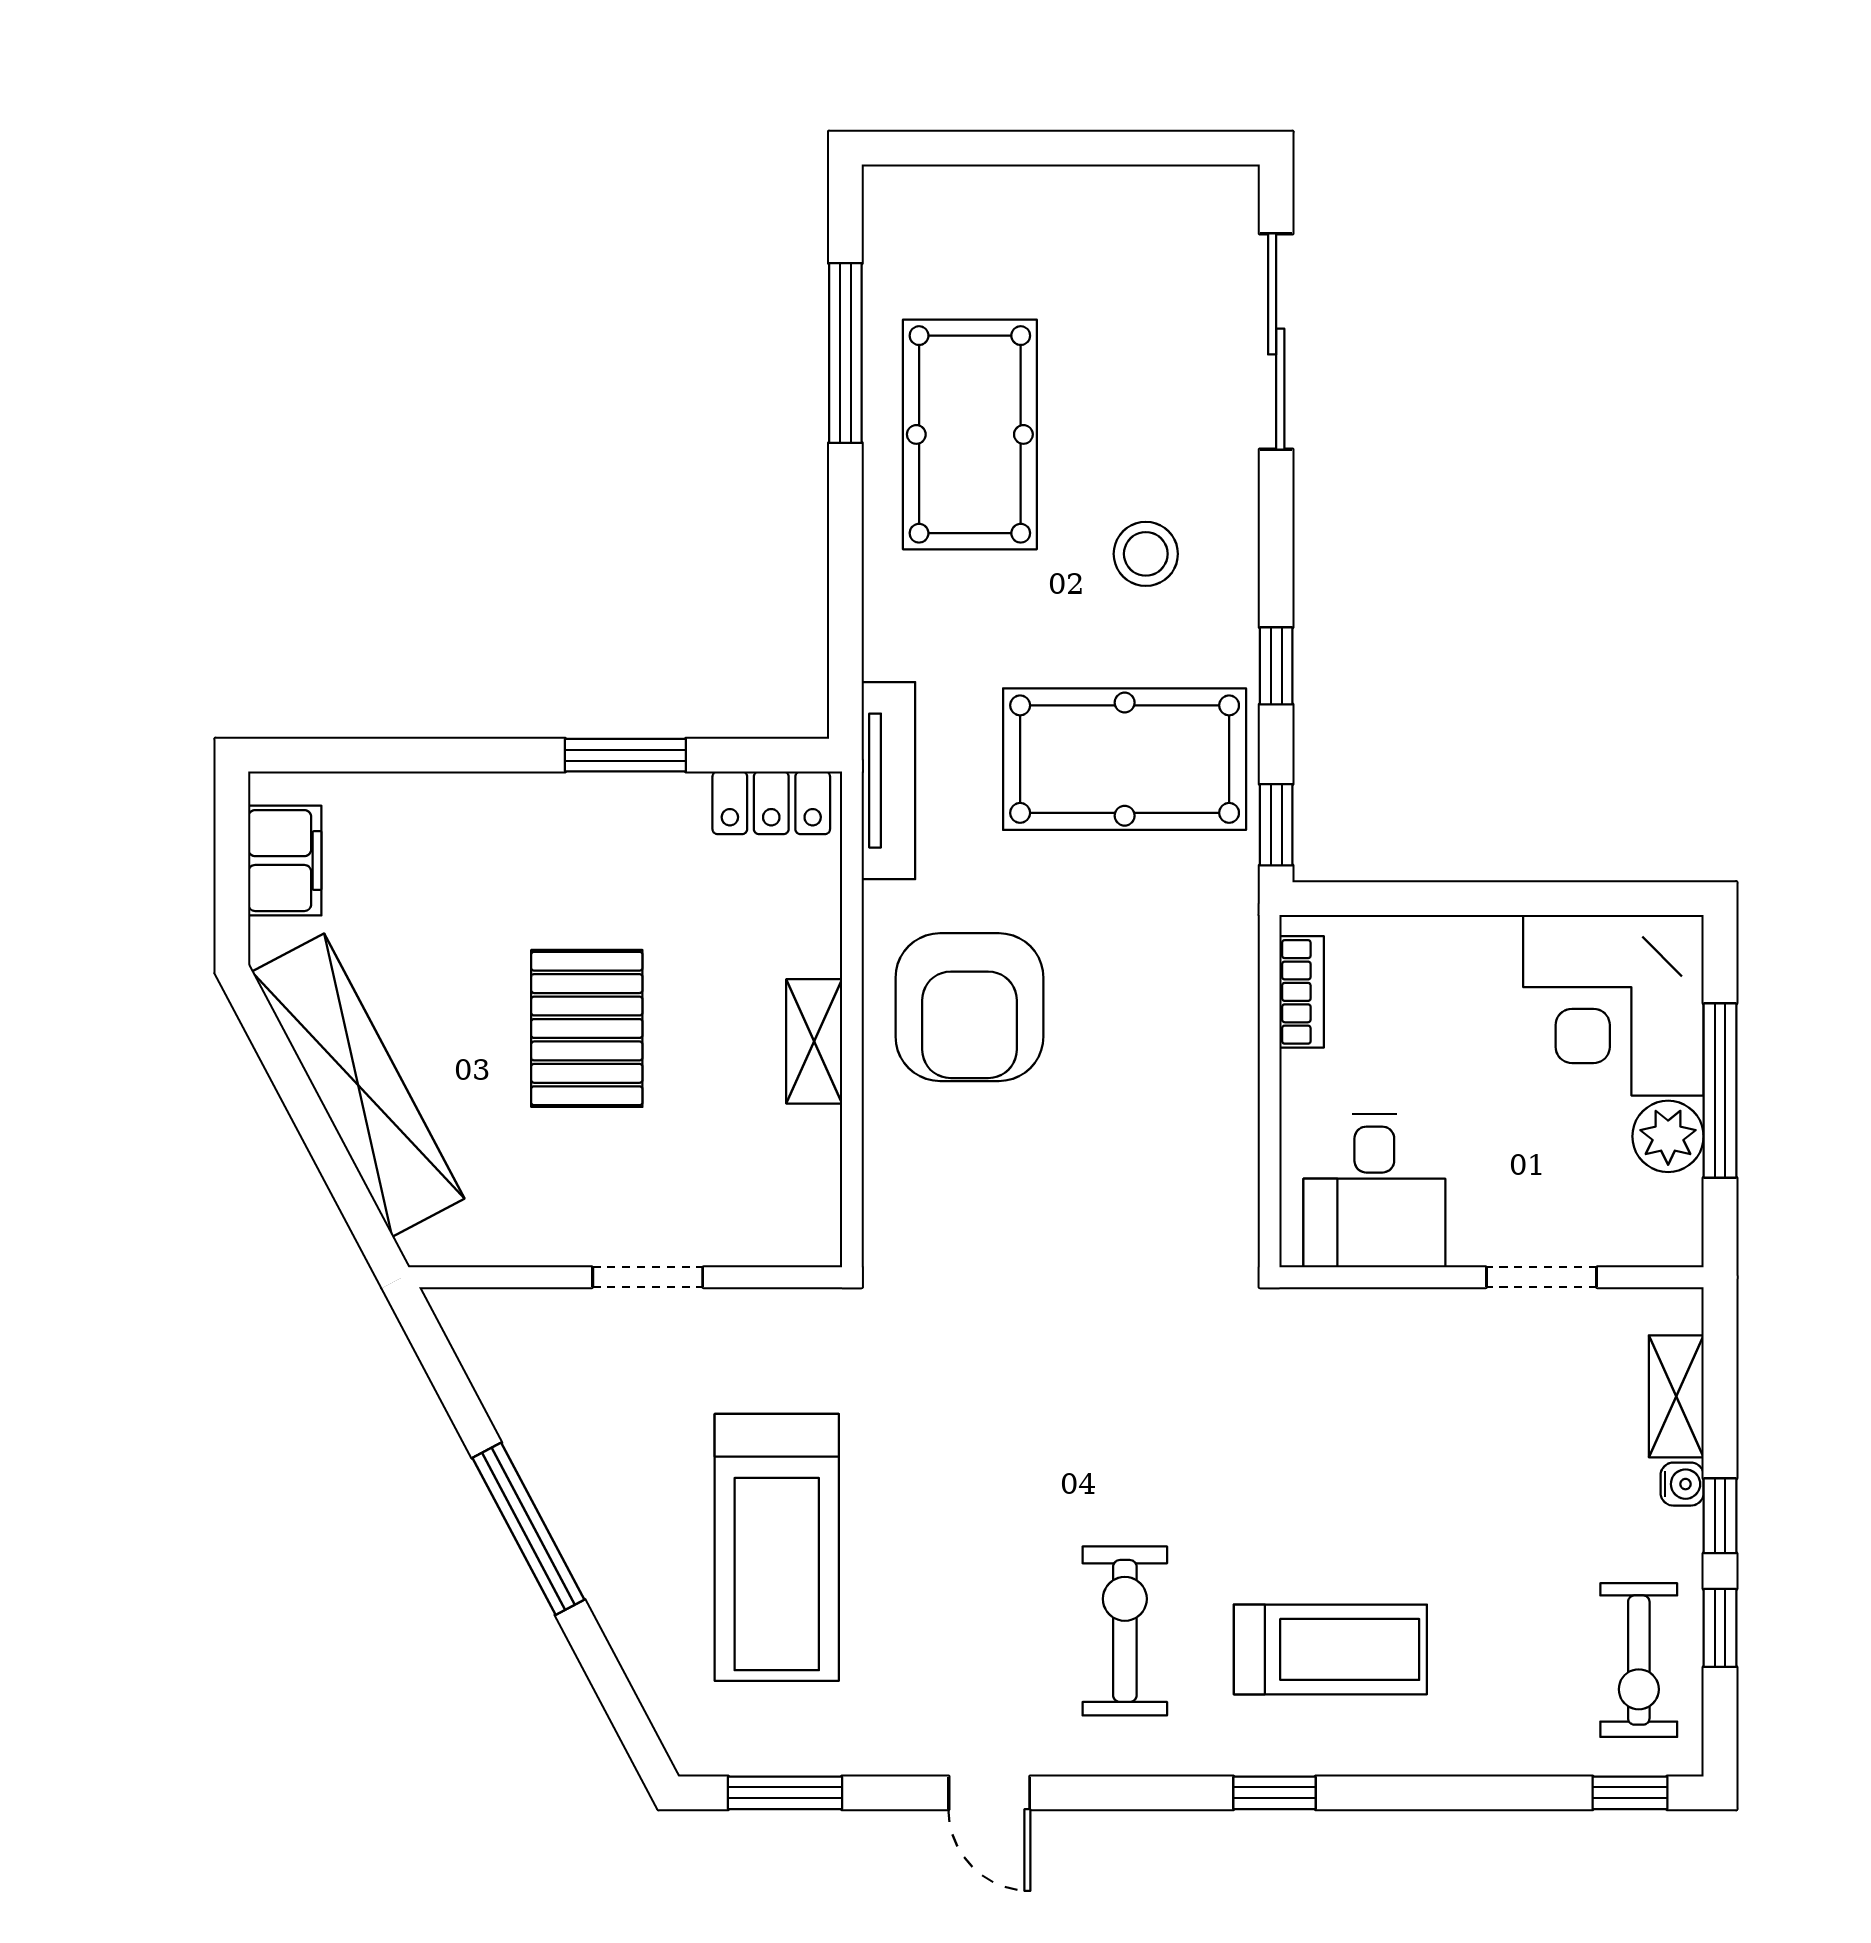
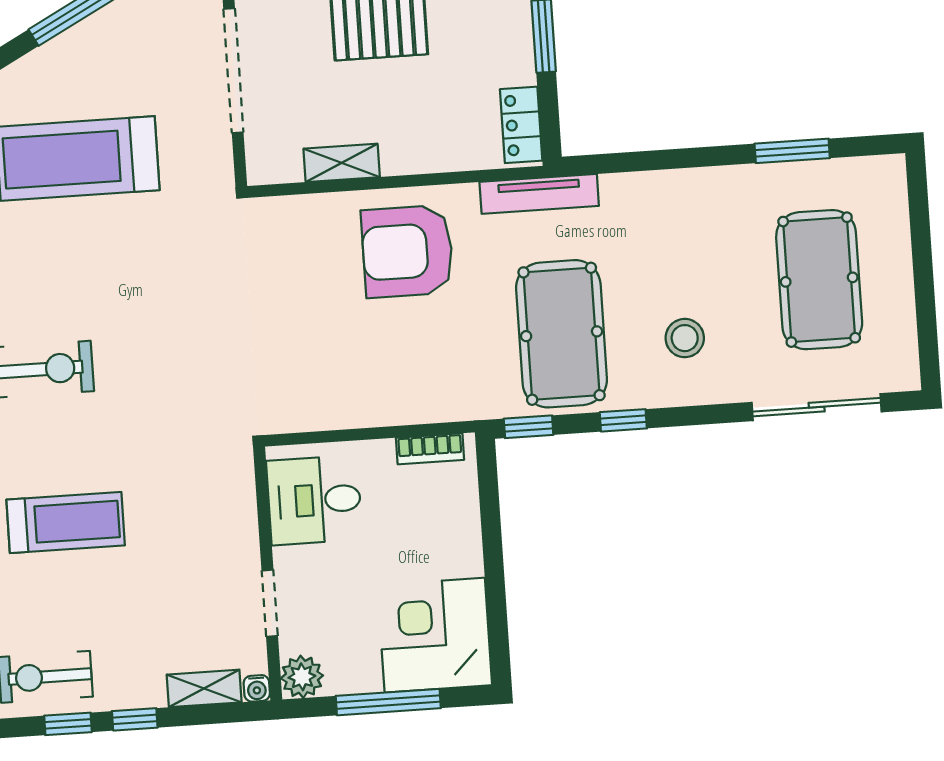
window: (845, 353) -> (792, 151), width x0.69
pool table: (970, 434) -> (819, 280), moved, turned 90
shelving: (814, 1041) -> (342, 163), moved
plant: (1668, 1136) -> (302, 677), moved
doorway: (648, 1277) -> (233, 71), width x1.87
water cooler: (1682, 1484) -> (257, 688), moved
treadmill: (1330, 1649) -> (66, 522), moved, turned -90

